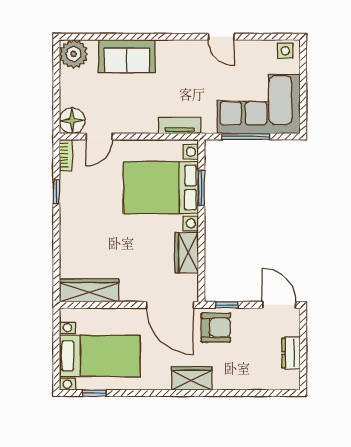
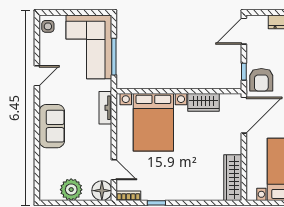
plant: (74, 54) -> (71, 190), moved
sofa: (127, 56) -> (52, 126), moved
window: (201, 188) -> (153, 91), removed
armchair: (216, 328) -> (261, 80), turned 180

